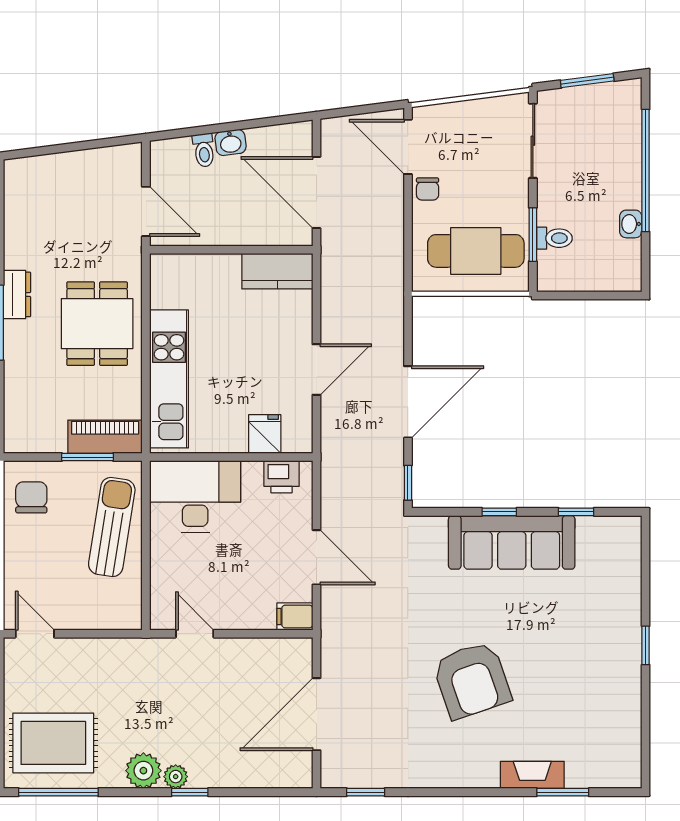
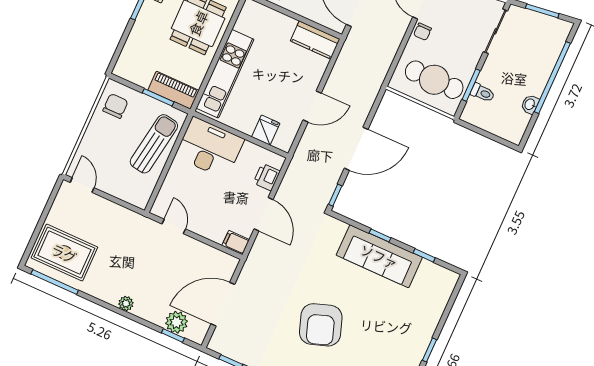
printer: (281, 477) -> (267, 177), moved, turned 90
plant: (143, 771) -> (177, 322), moved
window: (190, 792) -> (173, 335), moved

